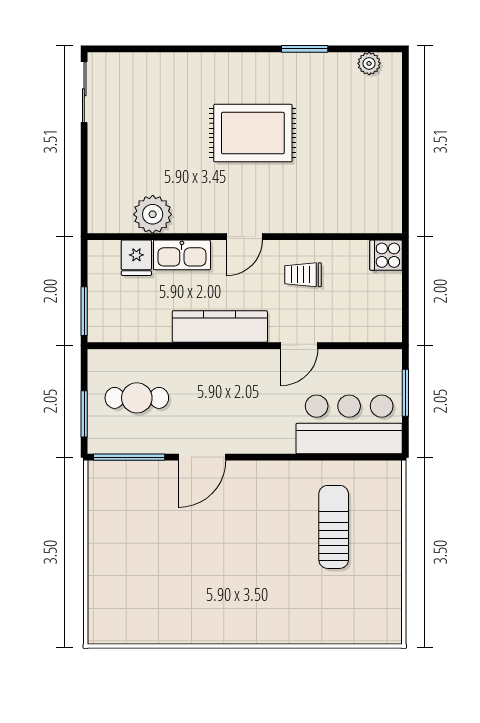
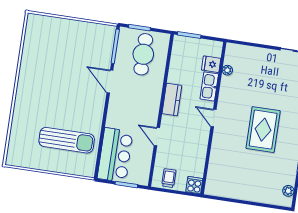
plant: (153, 214) -> (227, 70), width x0.53, depth x0.53
trolley: (303, 275) -> (169, 178), moved
kitchen counter: (220, 326) -> (172, 100), width x0.67
cafe table: (137, 398) -> (143, 54), width x1.37, depth x1.35
sun lounger: (334, 527) -> (67, 140), width x1.36, depth x1.34

